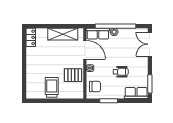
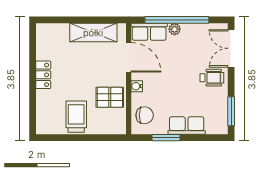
locker: (31, 37) -> (43, 75), moved
wheelchair: (121, 72) -> (212, 78), moved
row of seats: (136, 93) -> (187, 126), moved

